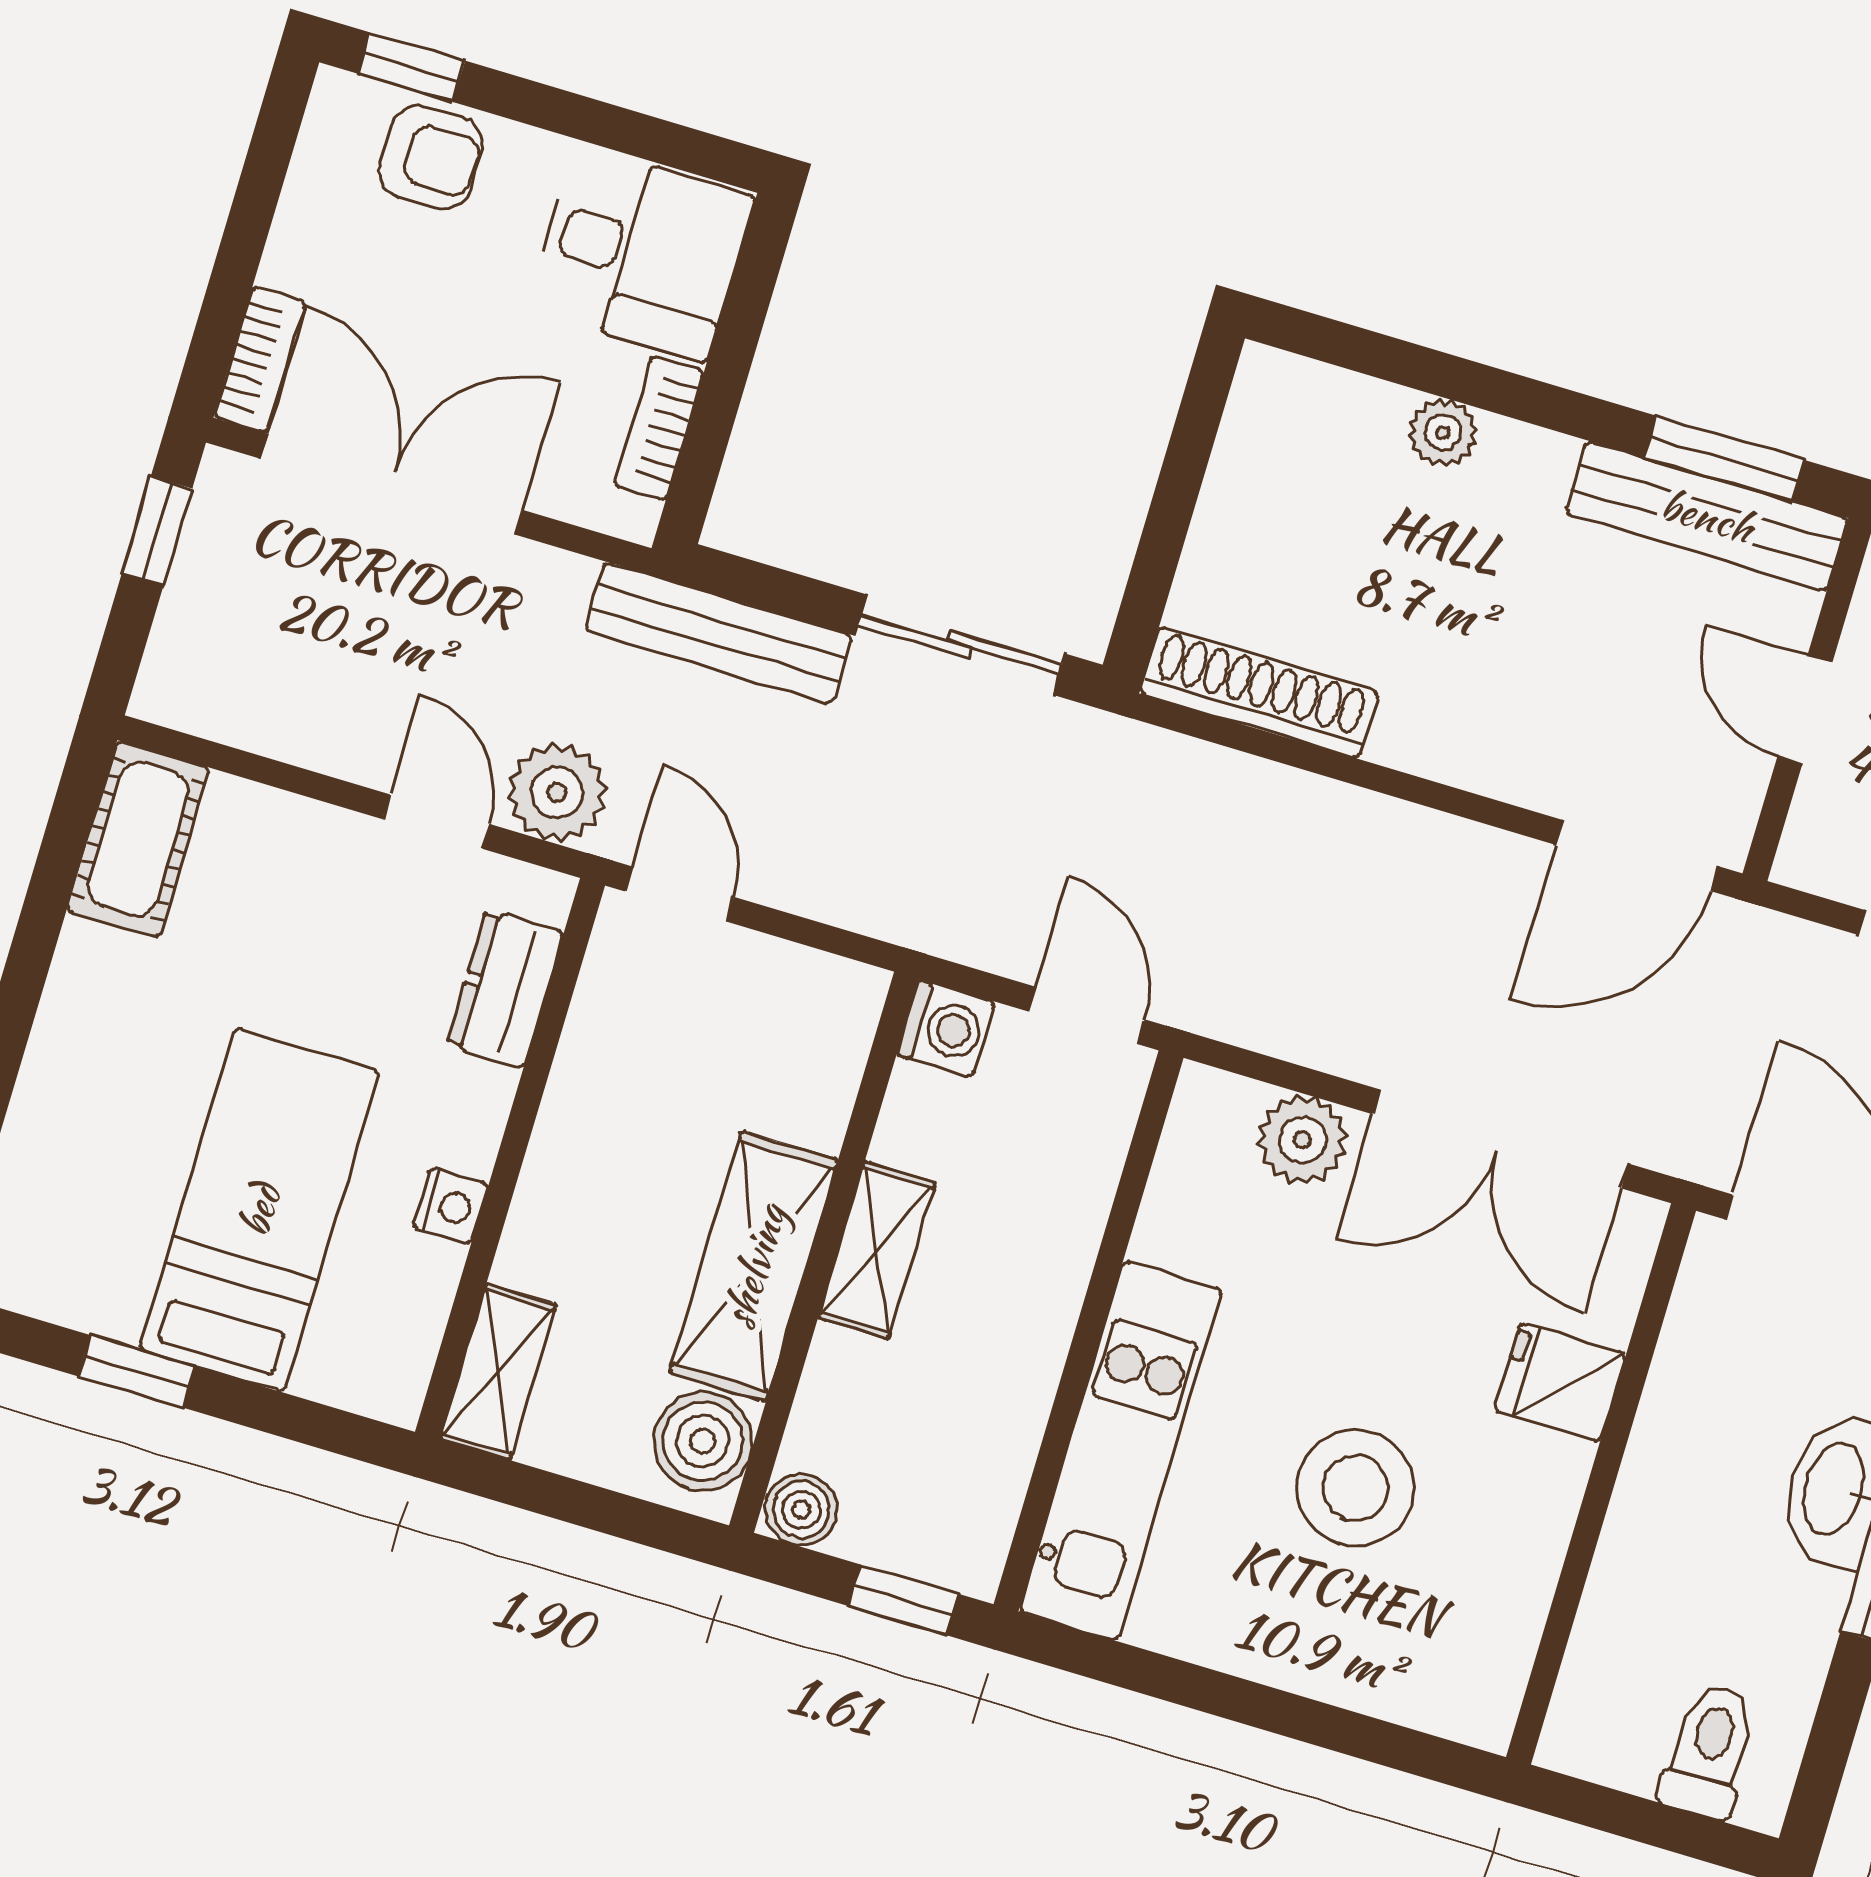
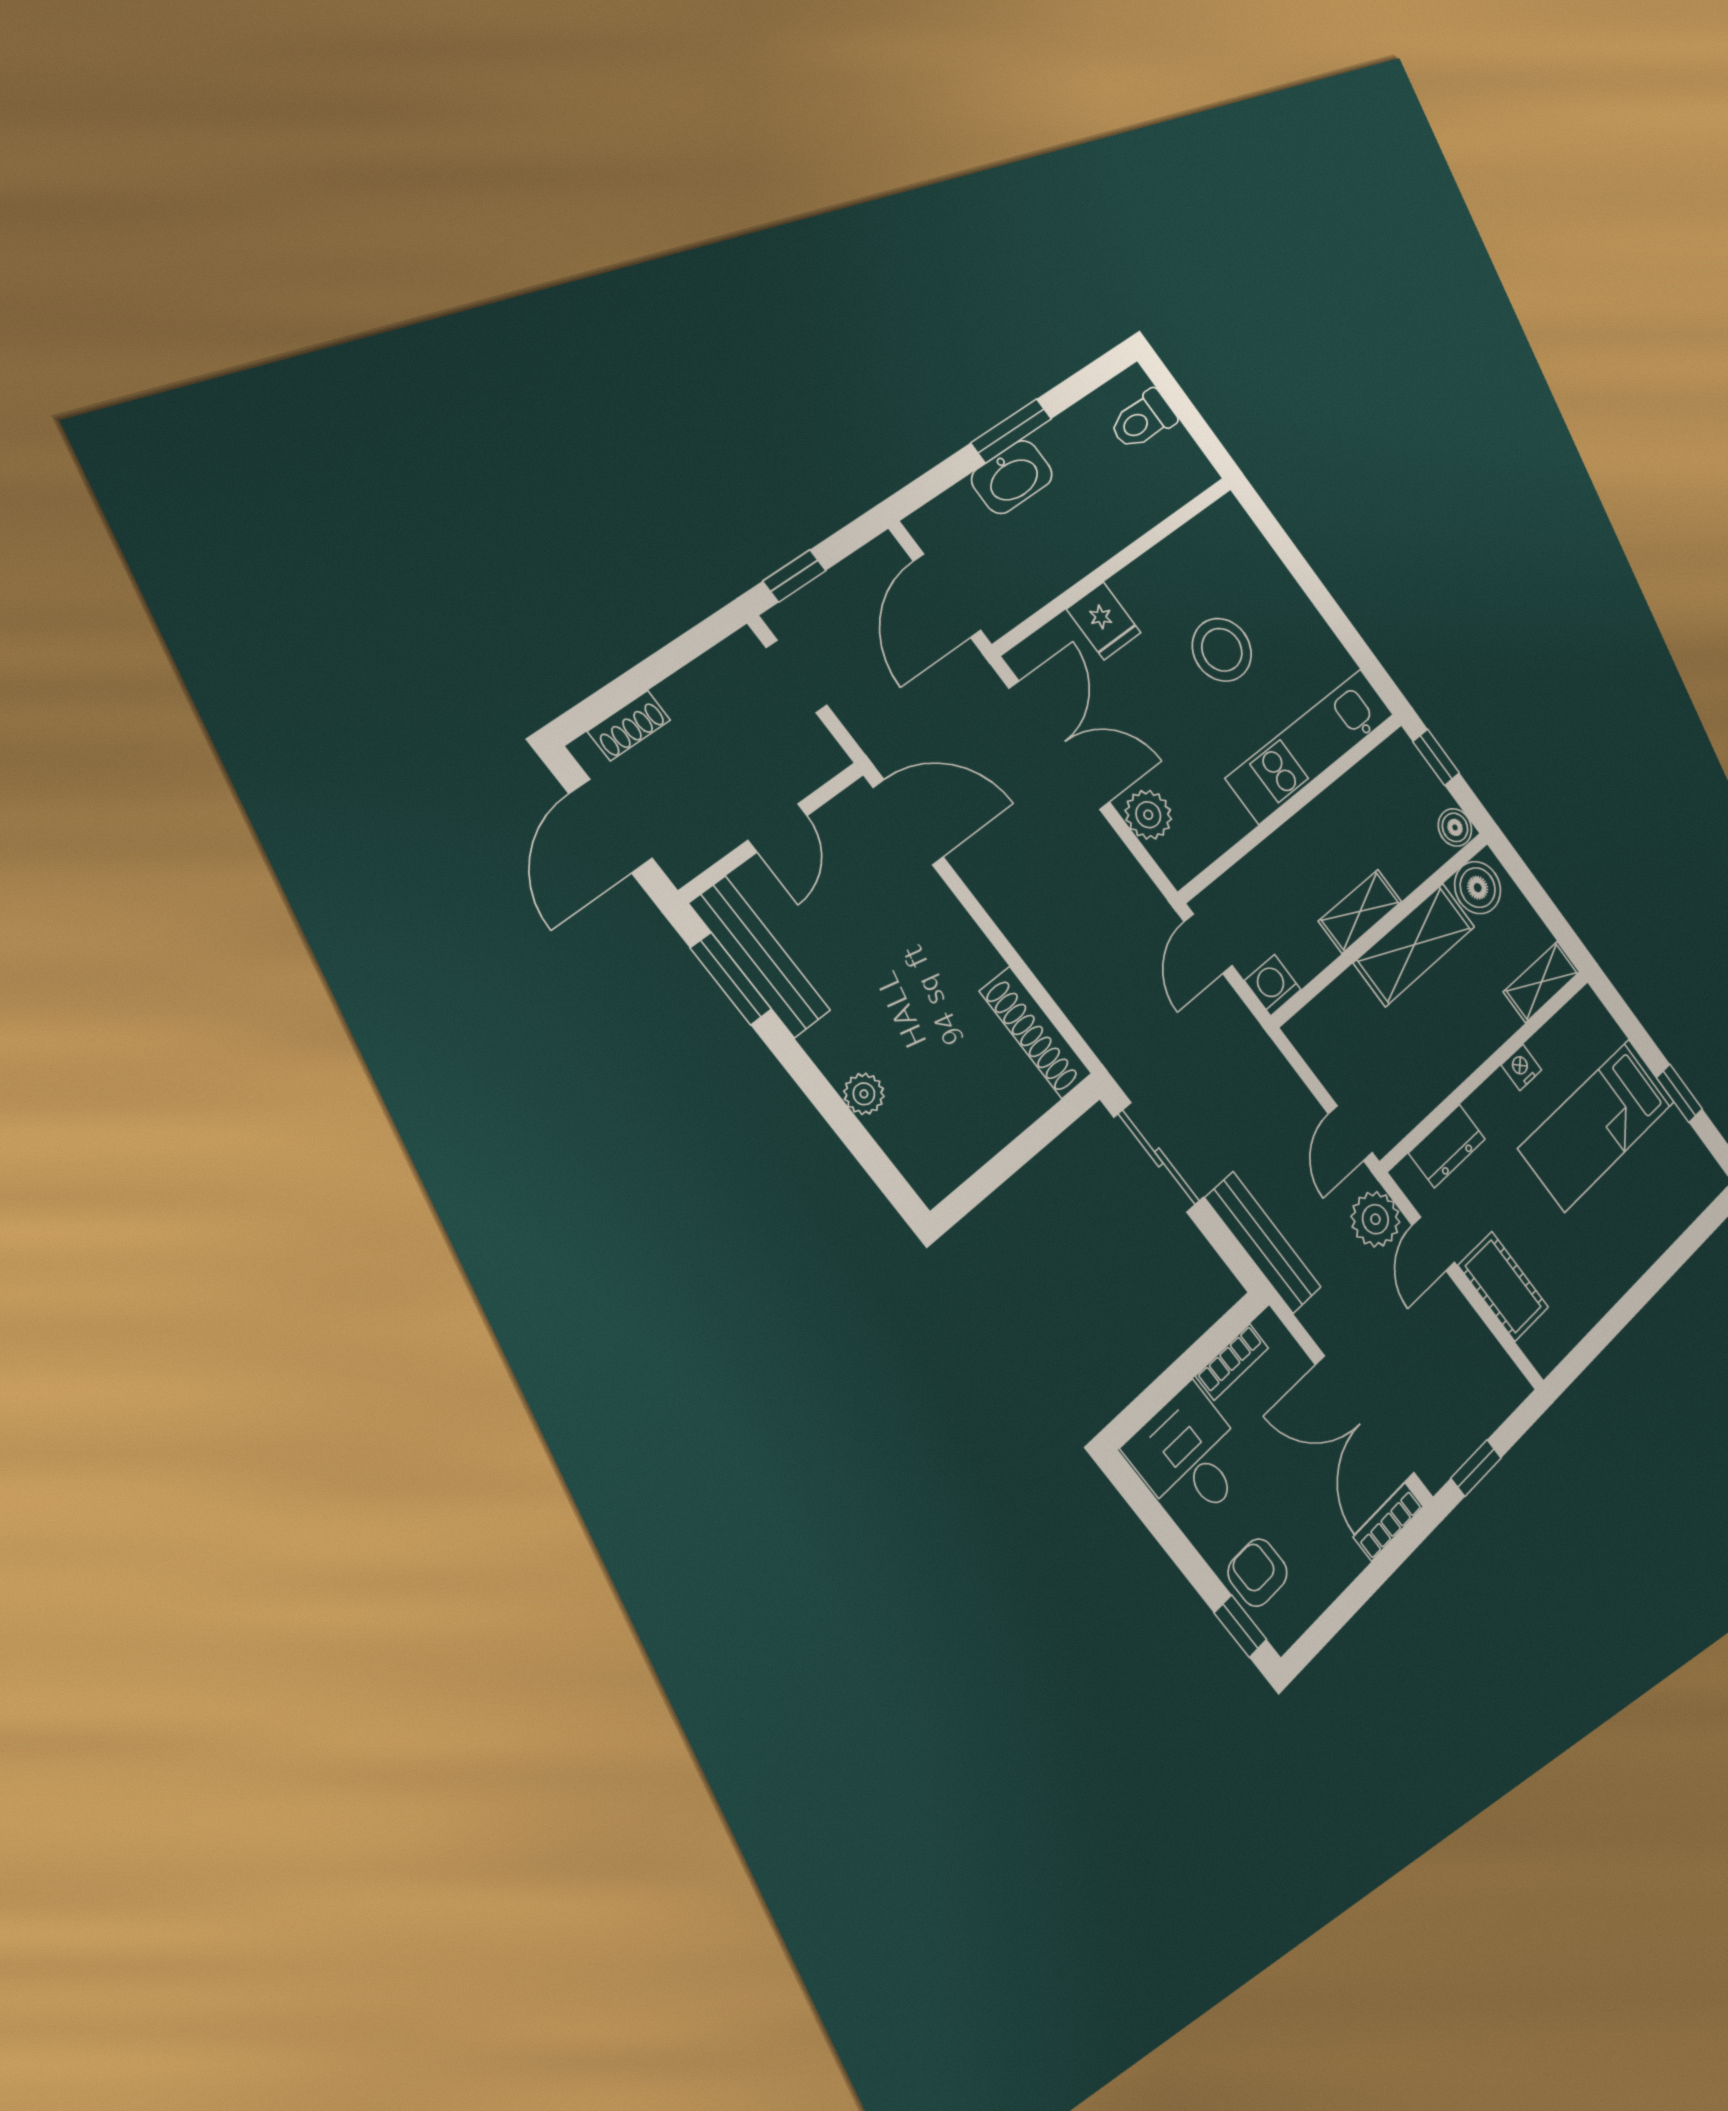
cot: (138, 839) -> (1503, 1286), moved, turned 90

